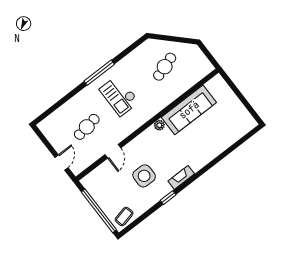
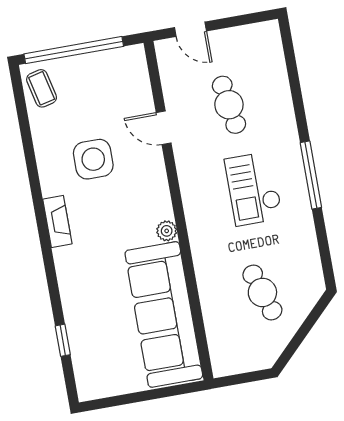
checkout: (119, 96) -> (254, 189), turned -90
sofa: (189, 110) -> (164, 314), width x1.36, depth x1.27
window: (168, 198) -> (63, 340), moved

